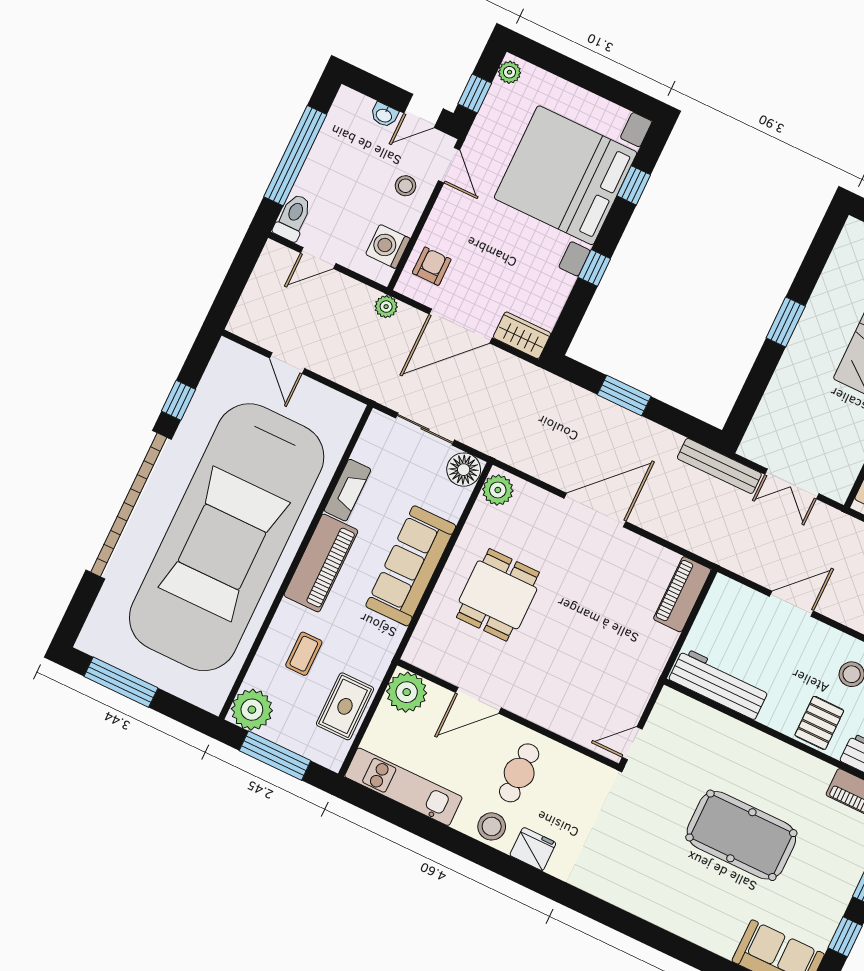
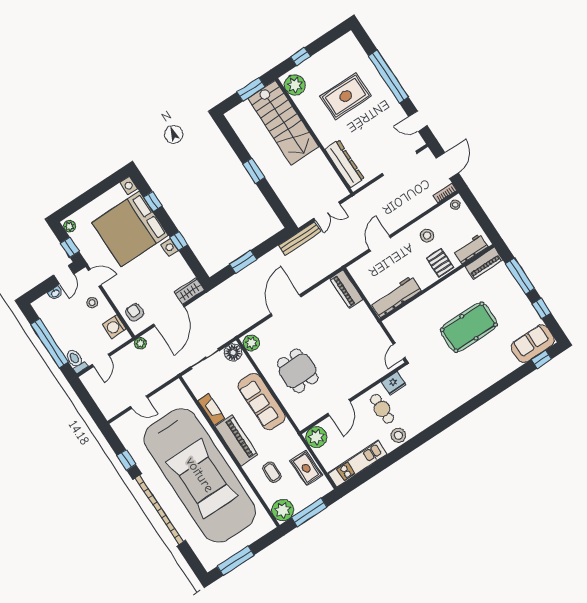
fridge: (533, 849) -> (394, 383), moved, turned 180

